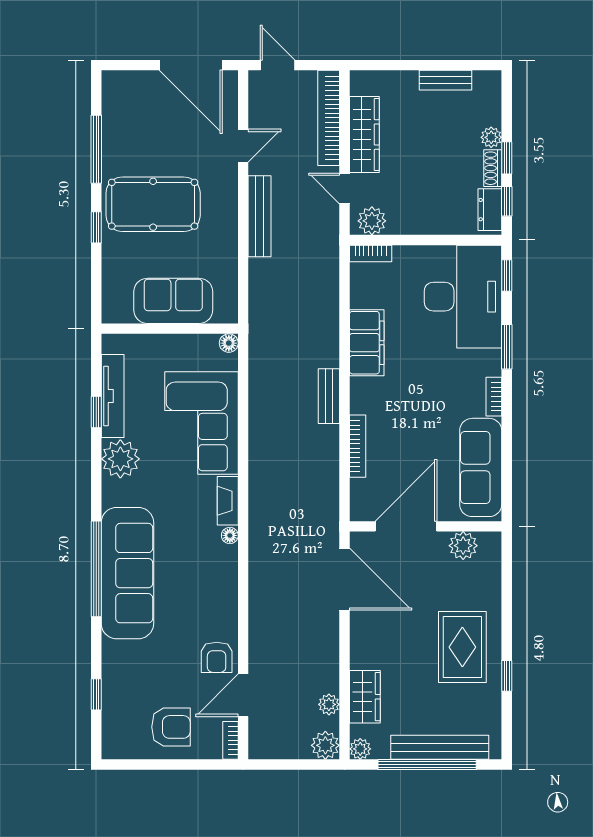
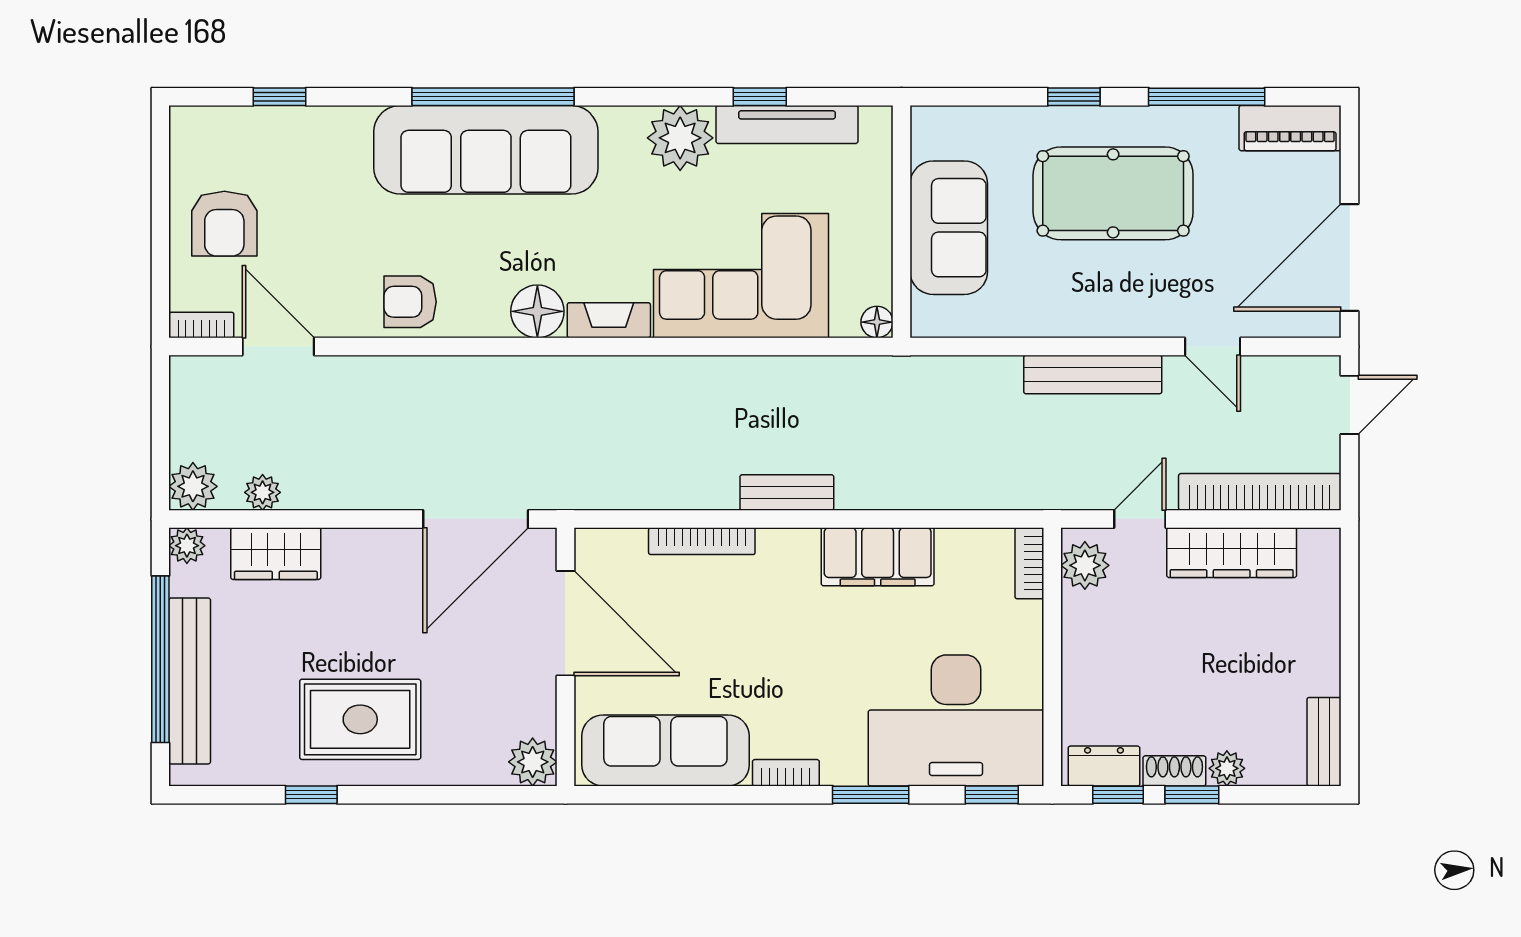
bench: (445, 80) -> (1324, 742), moved
piano: (115, 100) -> (1290, 128), added
pool table: (153, 204) -> (1113, 193), turned 90
floor lamp: (230, 535) -> (537, 311), width x1.89, depth x1.89
plant: (463, 546) -> (533, 762), moved
armchair: (217, 657) -> (410, 302), moved

